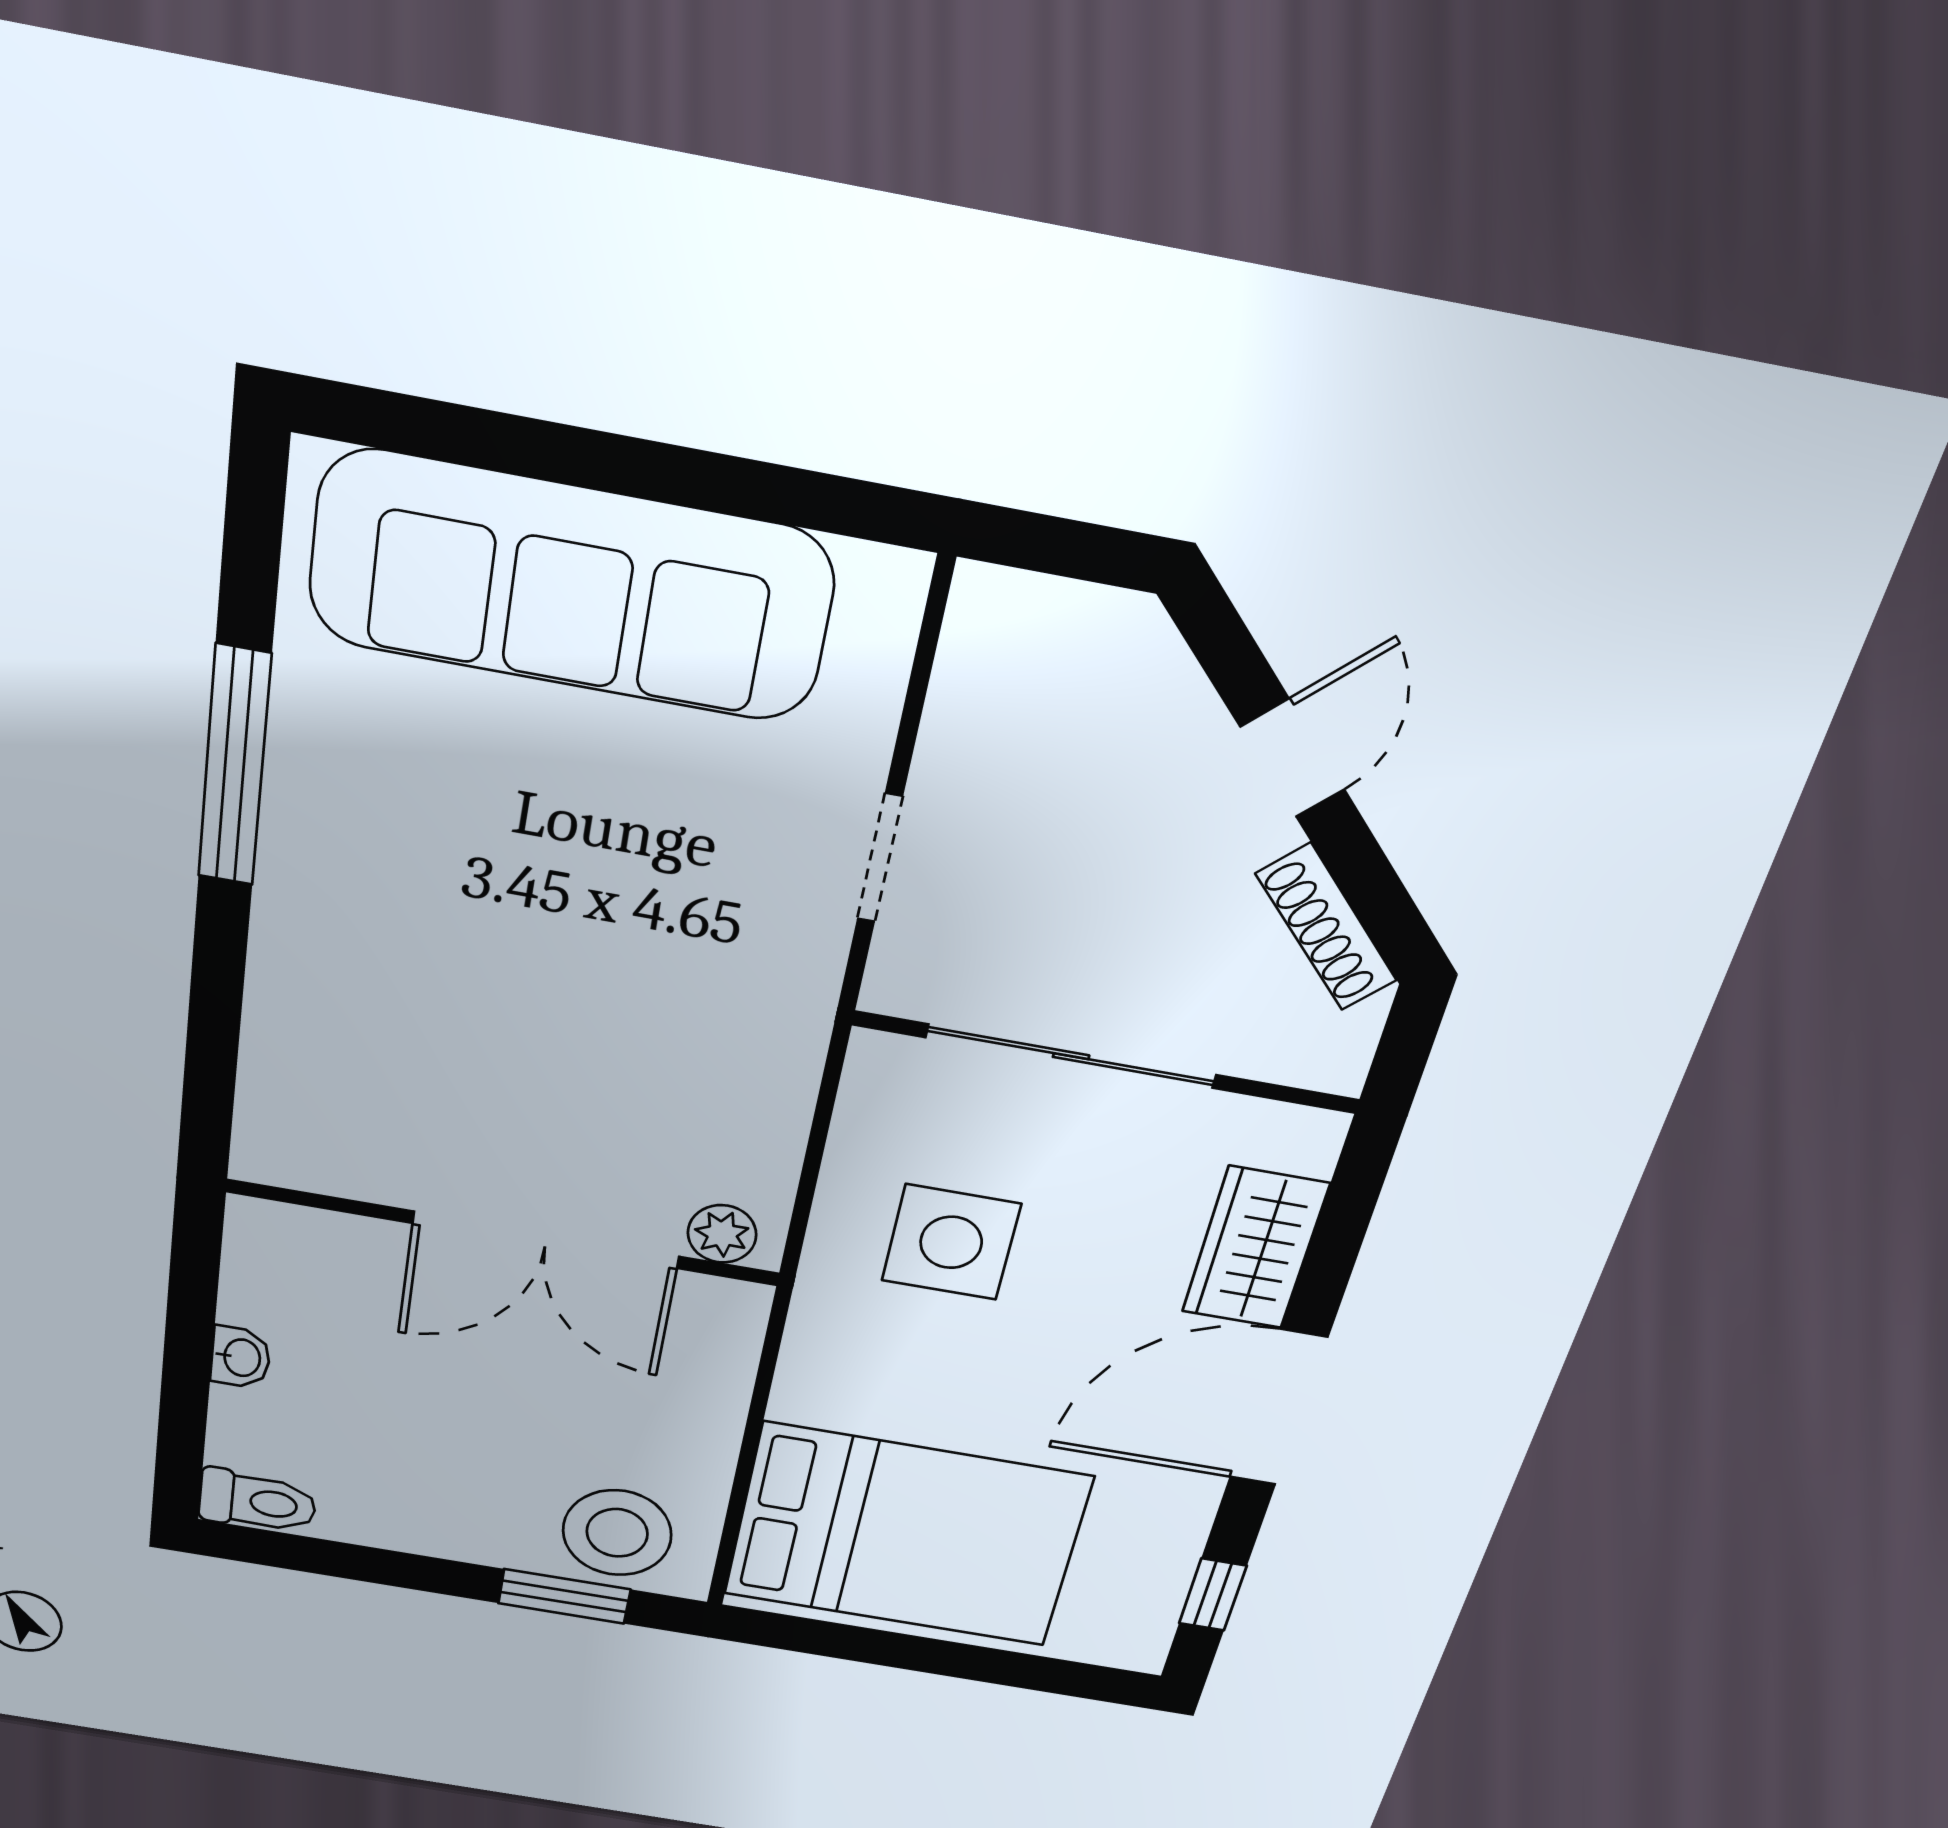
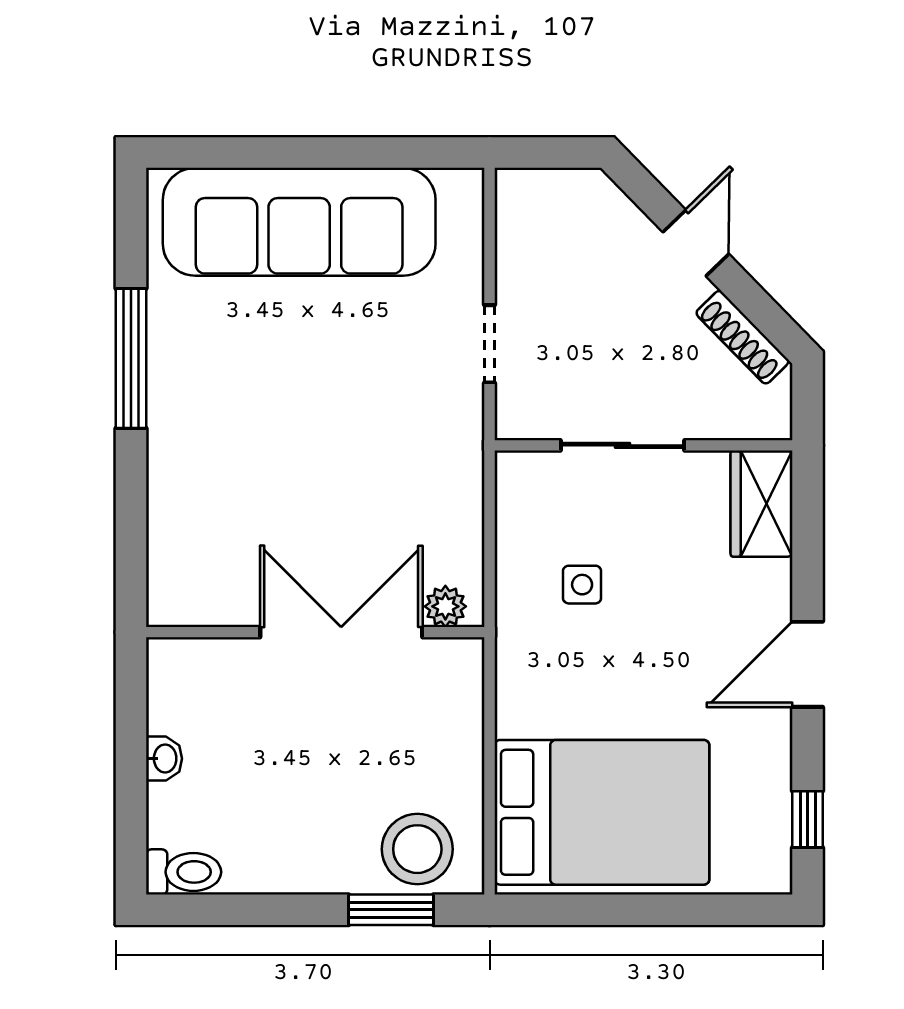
sliding door: (1071, 1056) -> (623, 445), width x0.73
double door: (546, 1240) -> (341, 632), swing flipped
side table: (951, 1242) -> (582, 585), width x0.54, depth x0.54
wardrobe: (1255, 1248) -> (762, 504), moved
door: (1278, 1408) -> (808, 664), width x0.73

